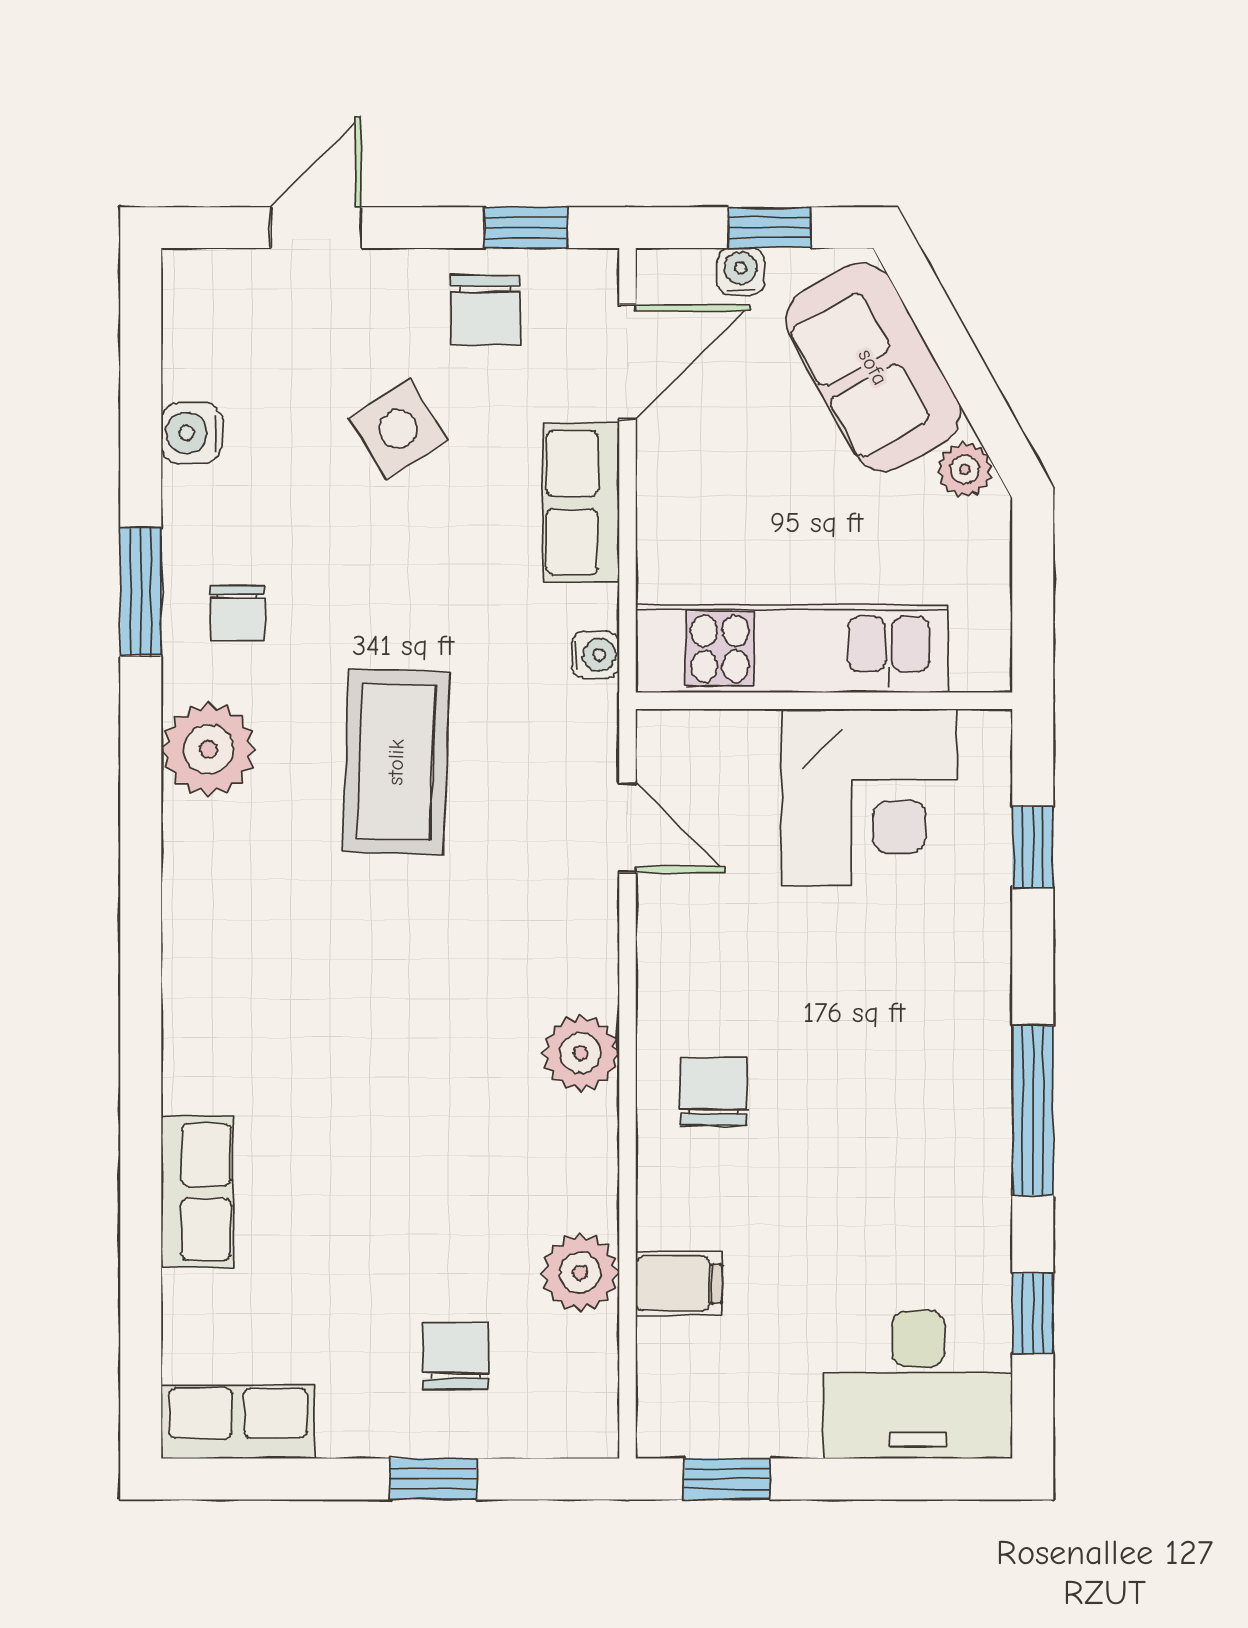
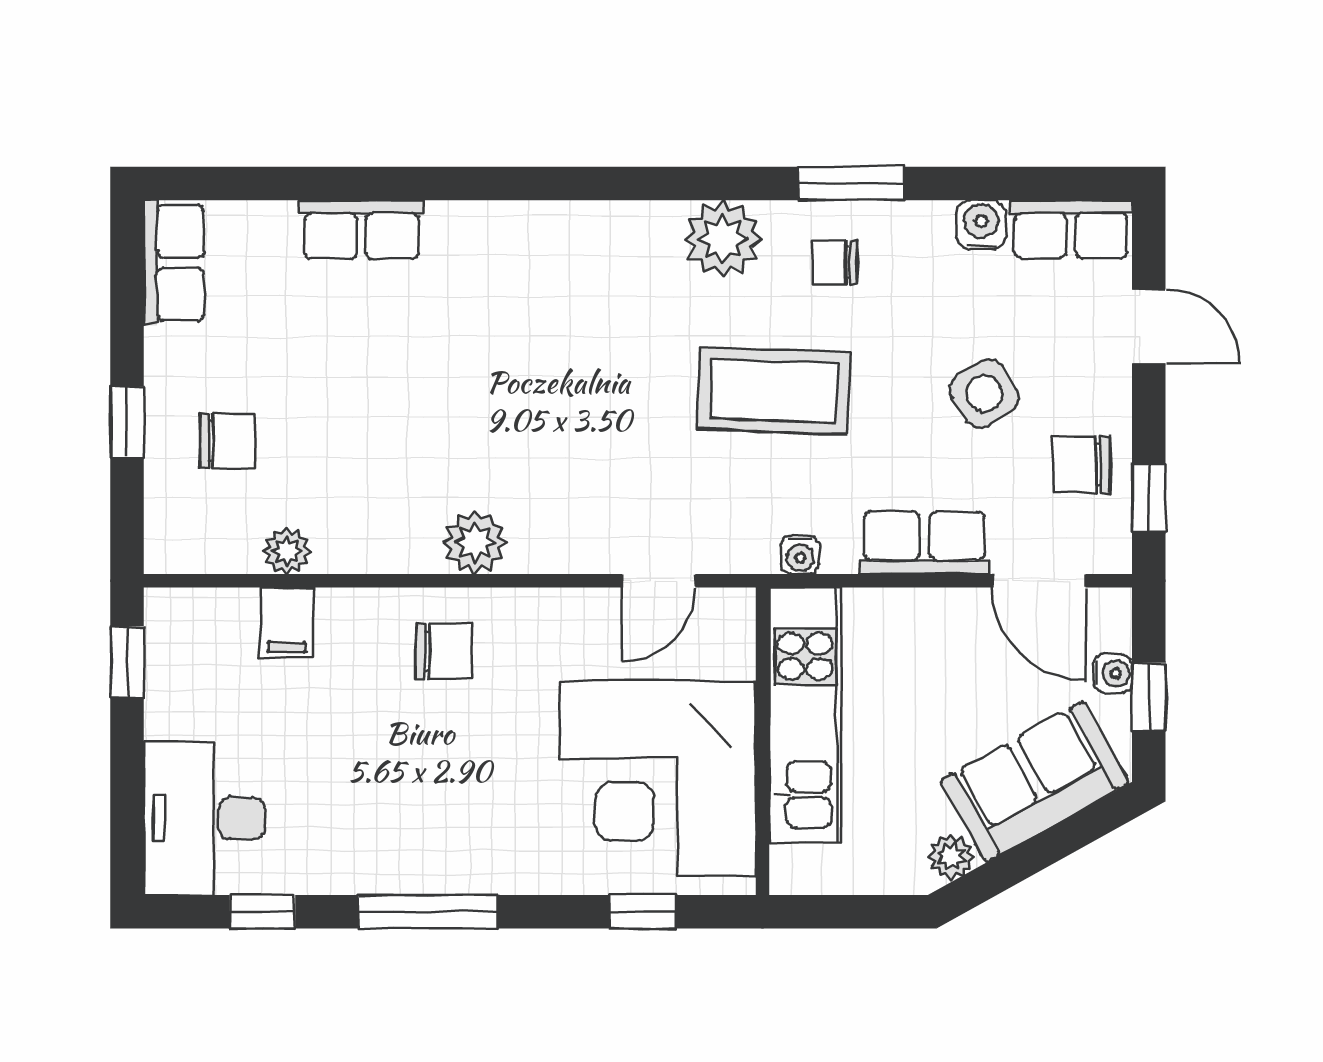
row of seats: (197, 323) -> (1071, 229), added
coffee table: (396, 762) -> (774, 391), moved
corner desk: (869, 797) -> (658, 778), width x1.36, depth x1.36
plant: (580, 1273) -> (287, 551), width x0.73, depth x0.73

